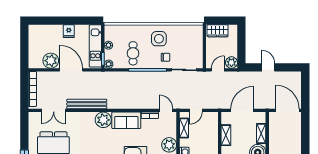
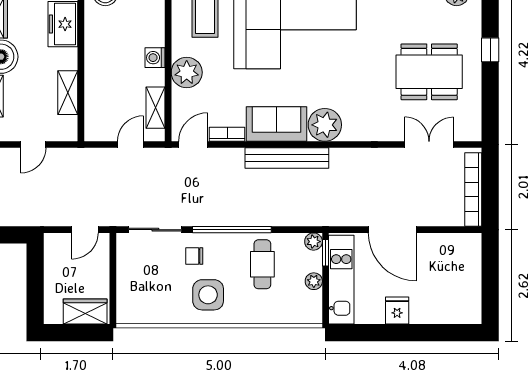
plant: (51, 61) -> (435, 249), removed
plant: (231, 62) -> (56, 245), removed
bench: (87, 104) -> (287, 158), moved
door: (166, 110) -> (193, 145), swing flipped
door: (242, 110) -> (33, 145), width x0.53

